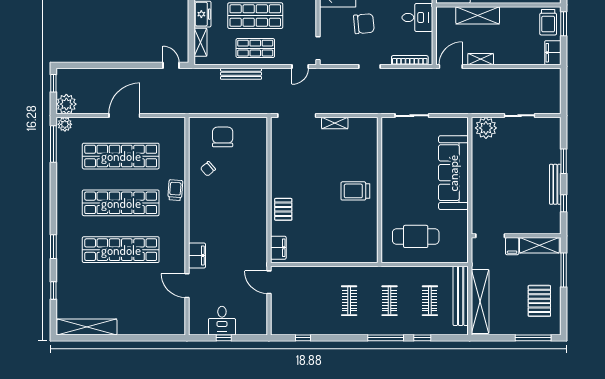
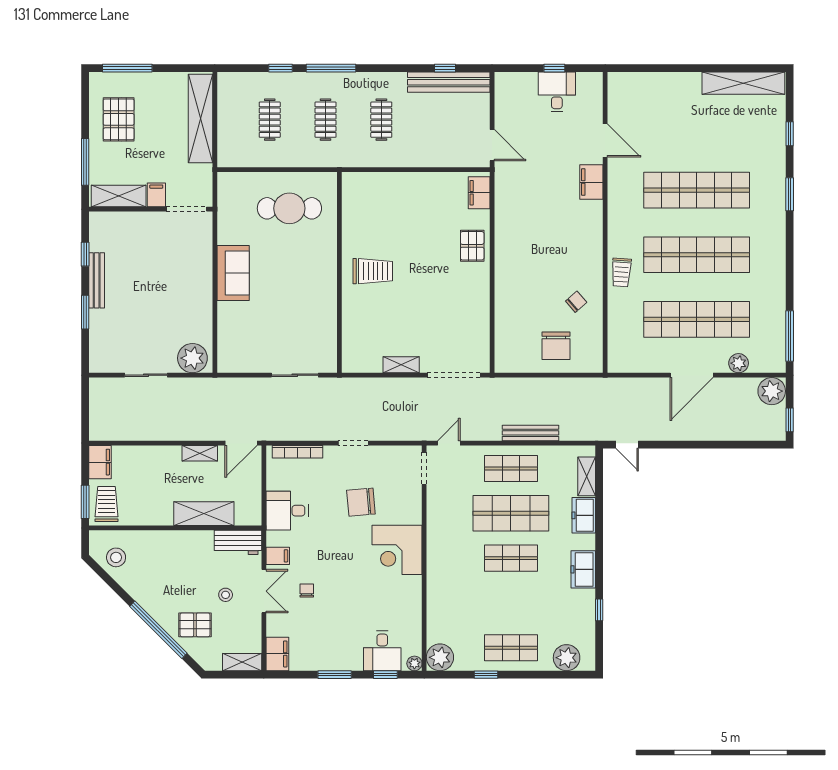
plant: (65, 124) -> (739, 363), moved
sofa: (453, 173) -> (233, 273), width x0.54, depth x0.79
bench: (461, 296) -> (449, 82), moved, turned 90

